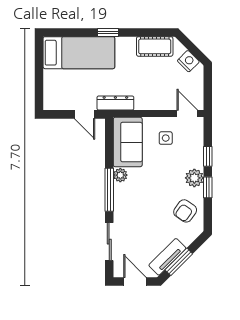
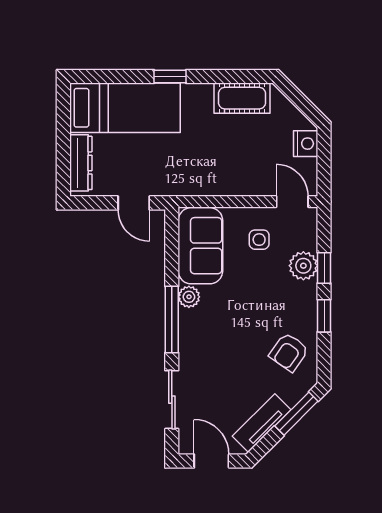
nightstand: (188, 61) -> (306, 144), moved, turned 45
dresser: (115, 103) -> (81, 163), moved, turned 90
plant: (194, 178) -> (303, 266), moved
window: (179, 262) -> (296, 414), moved

